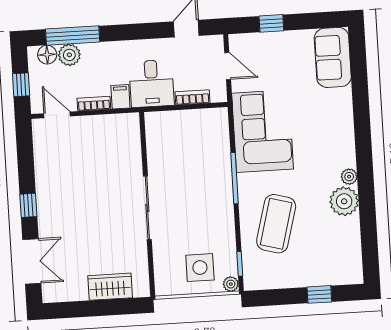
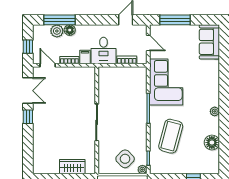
window: (271, 23) -> (175, 20), width x2.17
floor lamp: (47, 55) -> (70, 30), moved
plant: (344, 201) -> (211, 126), removed
floor lamp: (348, 230) -> (212, 143), added
double door: (32, 261) -> (28, 91), moved
side table: (200, 268) -> (125, 159), turned 45

